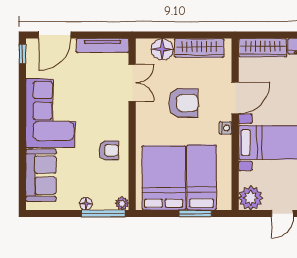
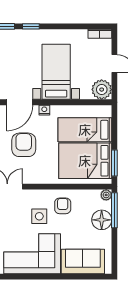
door: (235, 98) -> (20, 102), swing flipped
side table: (96, 122) -> (39, 216), added
floor lamp: (86, 204) -> (102, 220), width x1.89, depth x1.89
window: (195, 214) -> (114, 163), moved

